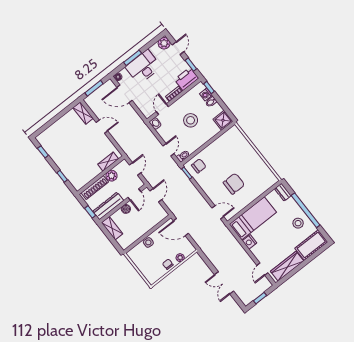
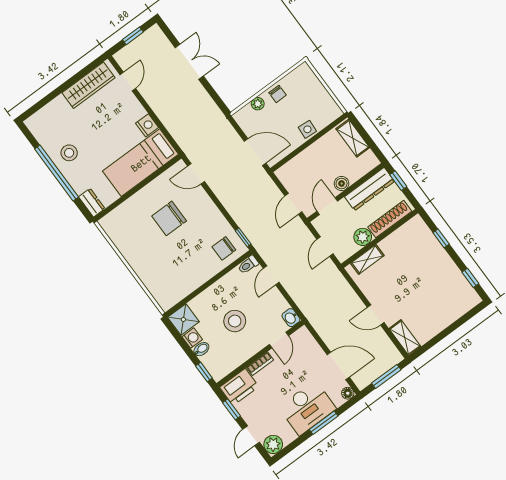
washing machine: (206, 95) -> (192, 338), moved
shelving: (112, 228) -> (353, 138), moved
cot: (311, 245) -> (49, 118), removed

